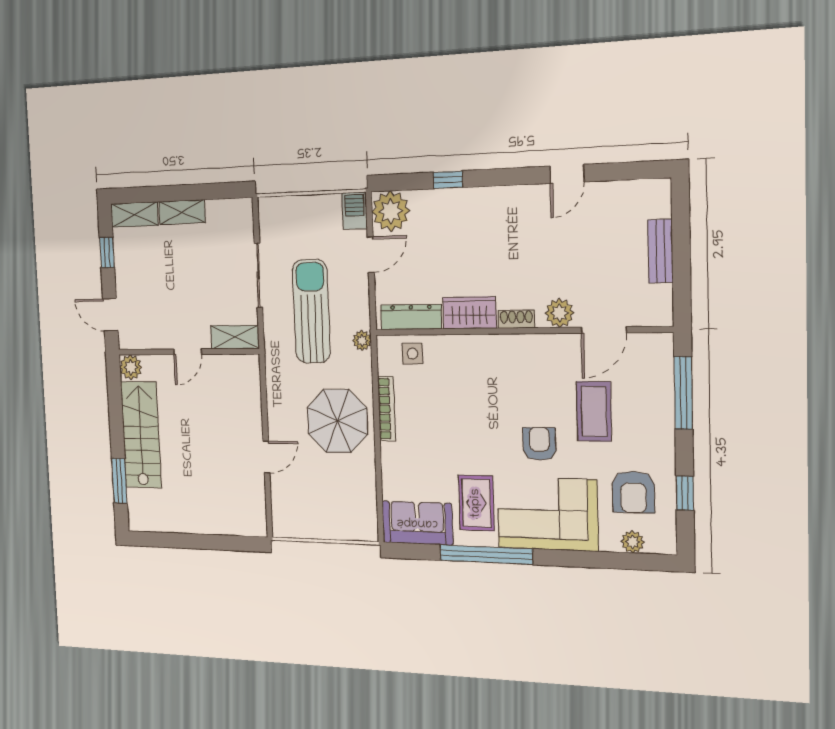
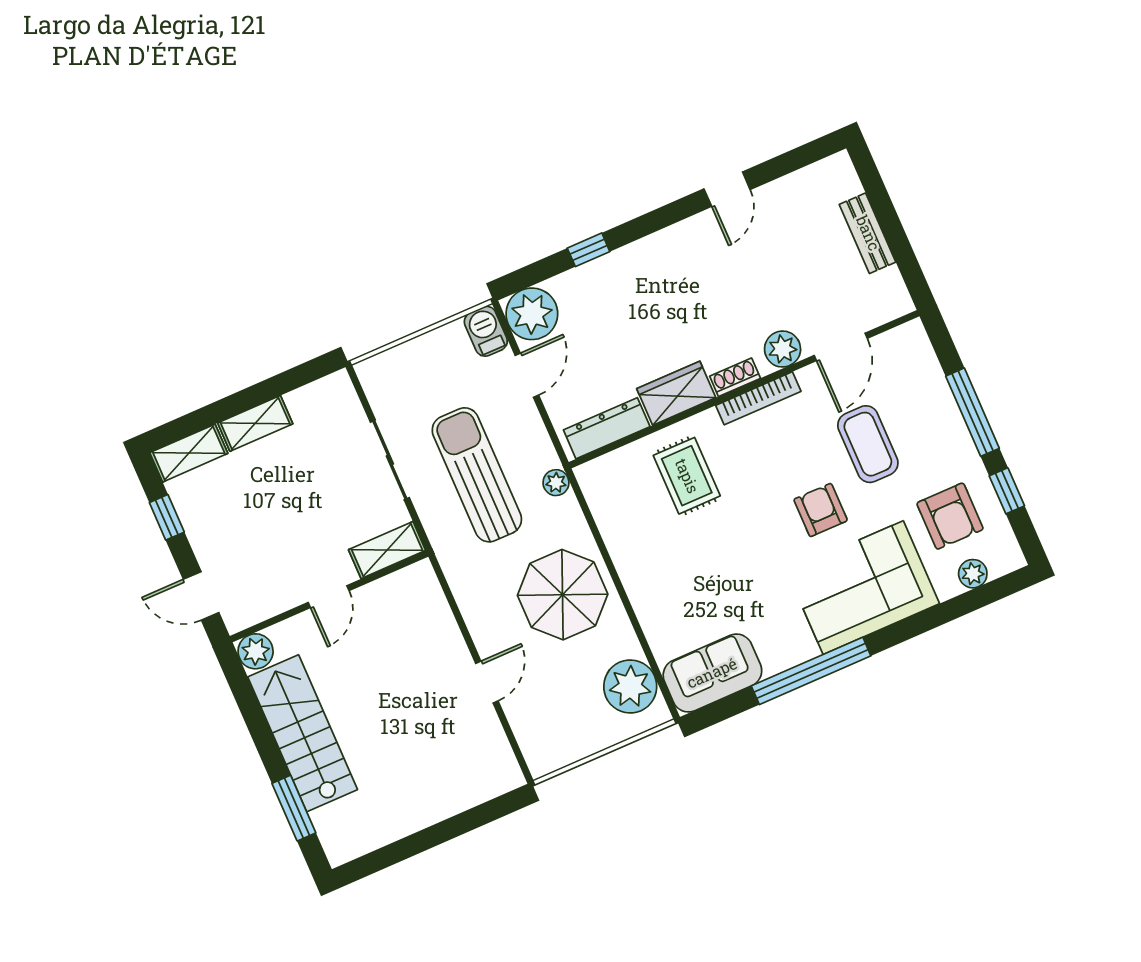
side table: (412, 354) -> (626, 471), removed
window: (683, 393) -> (973, 412), moved
bookcase: (387, 409) -> (758, 398), moved, turned 90
rug: (476, 503) -> (687, 476), moved
plant: (358, 505) -> (630, 686), added

